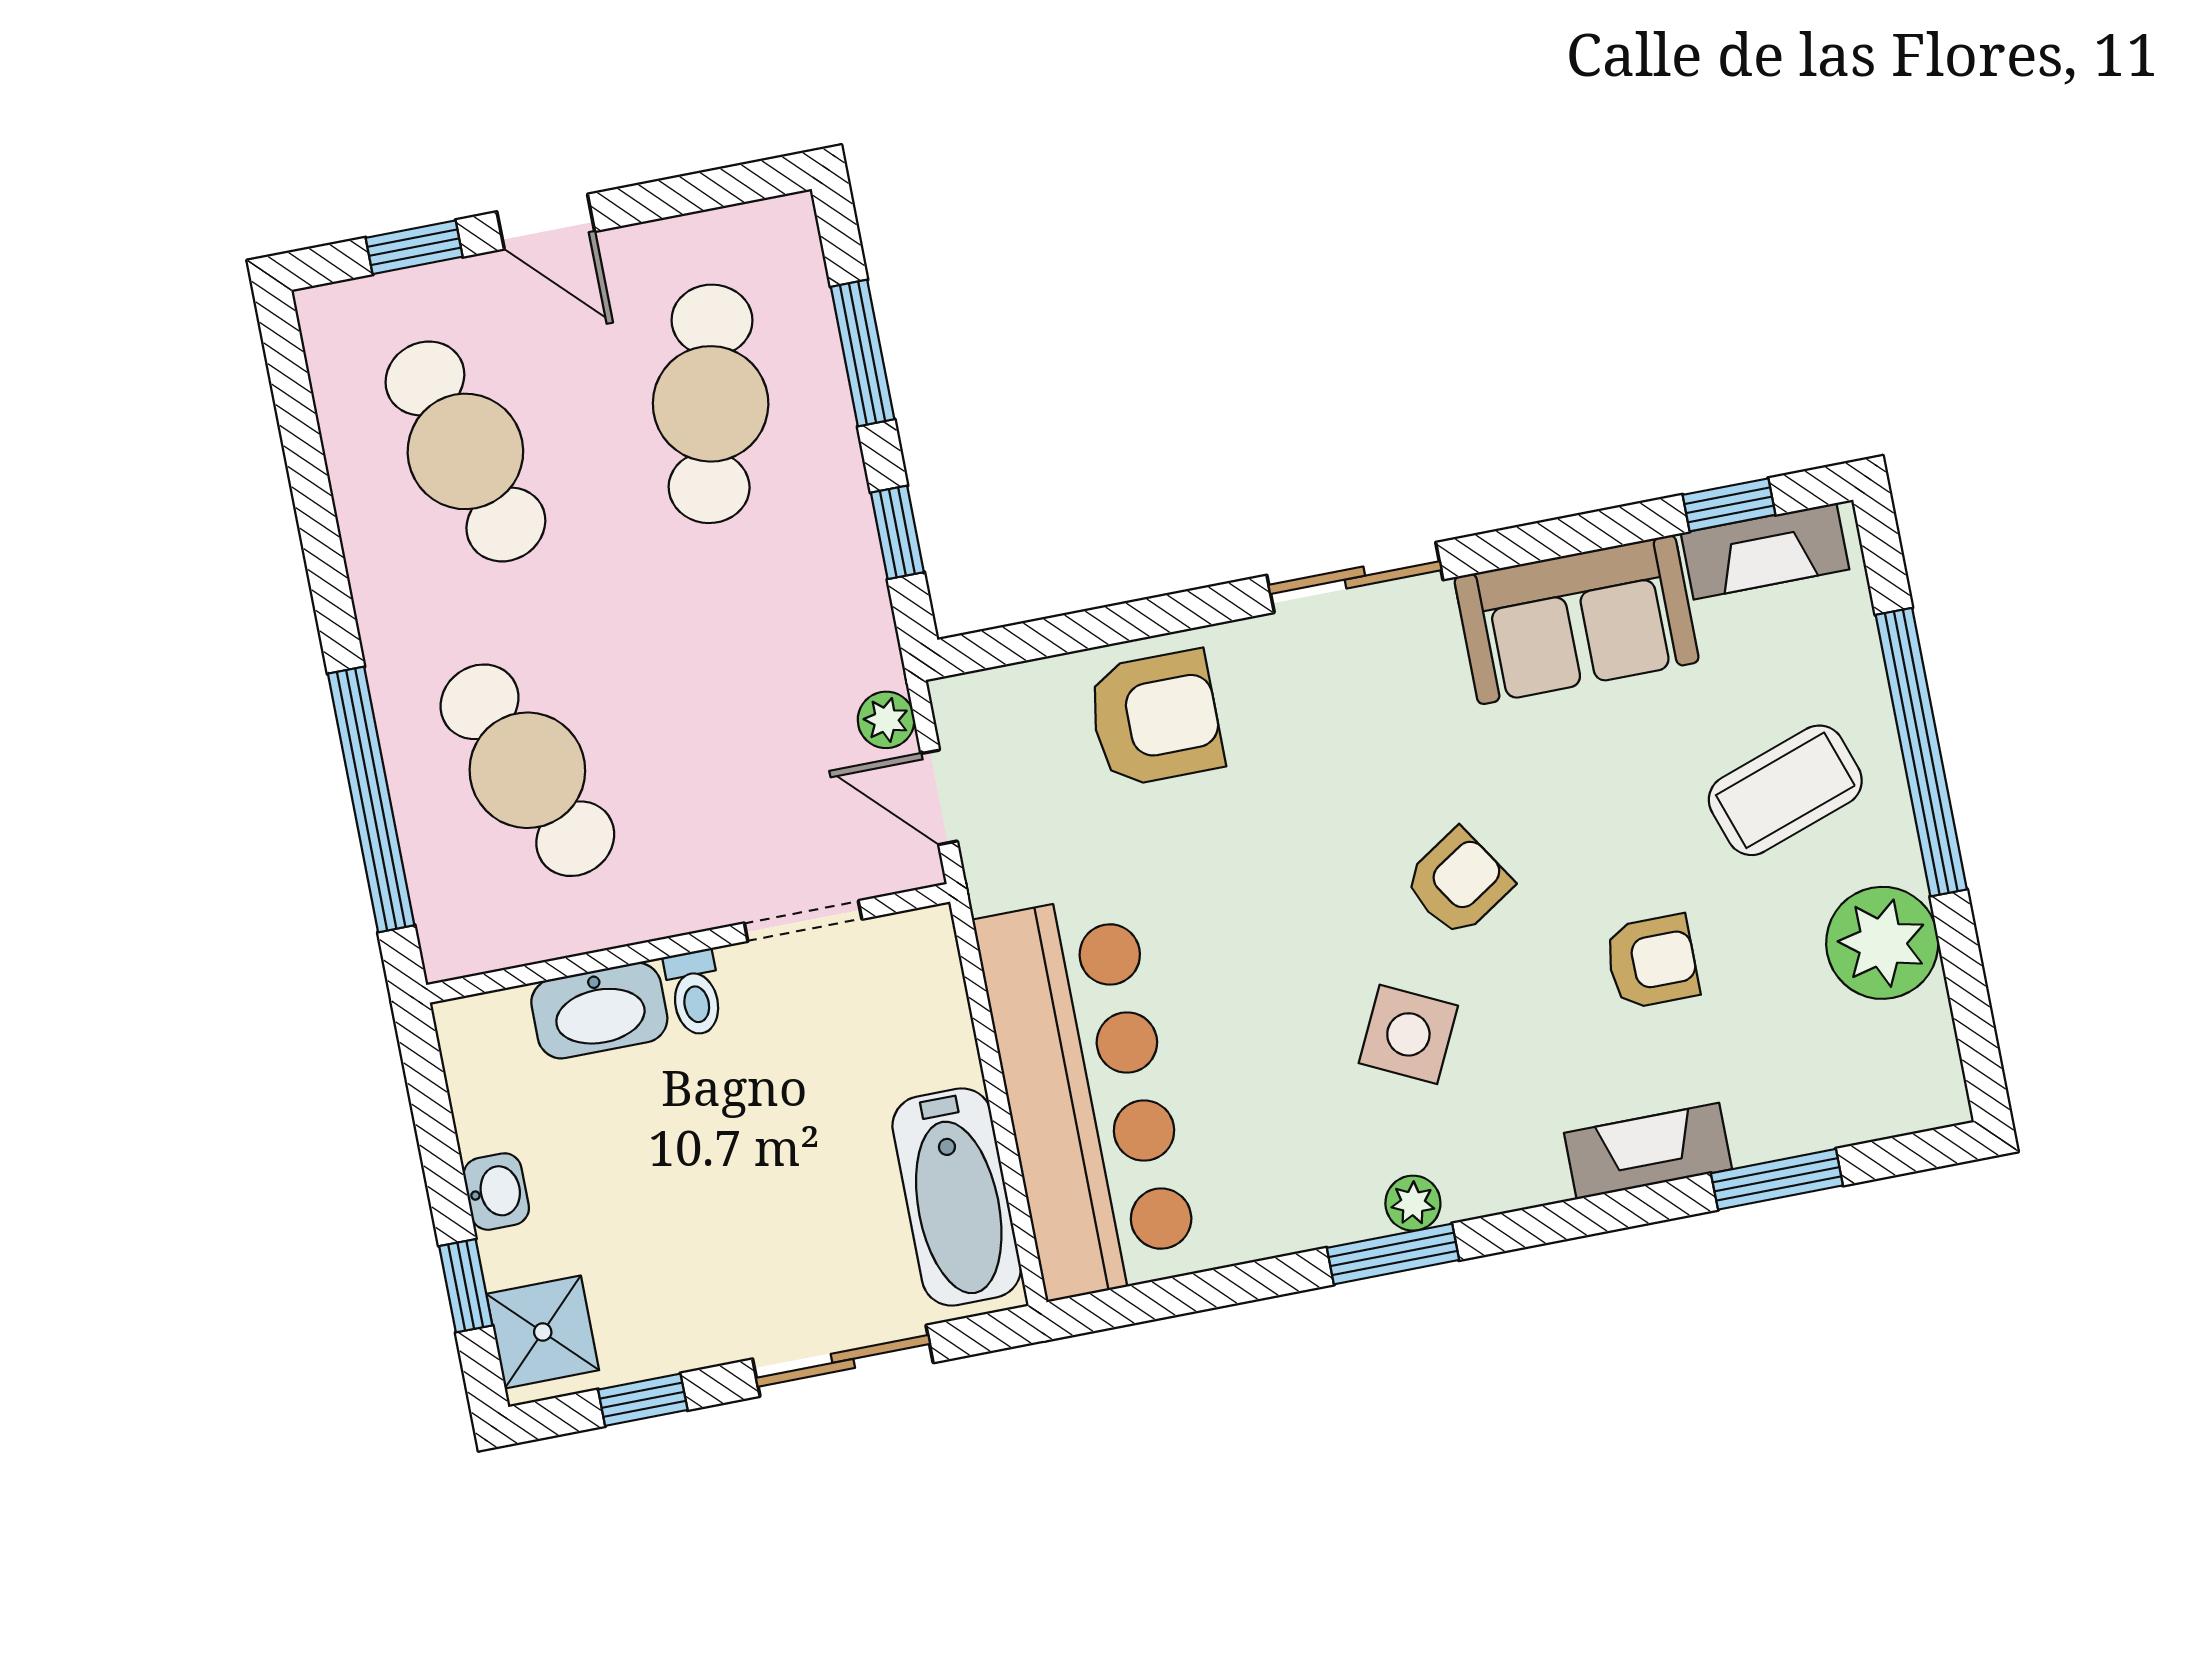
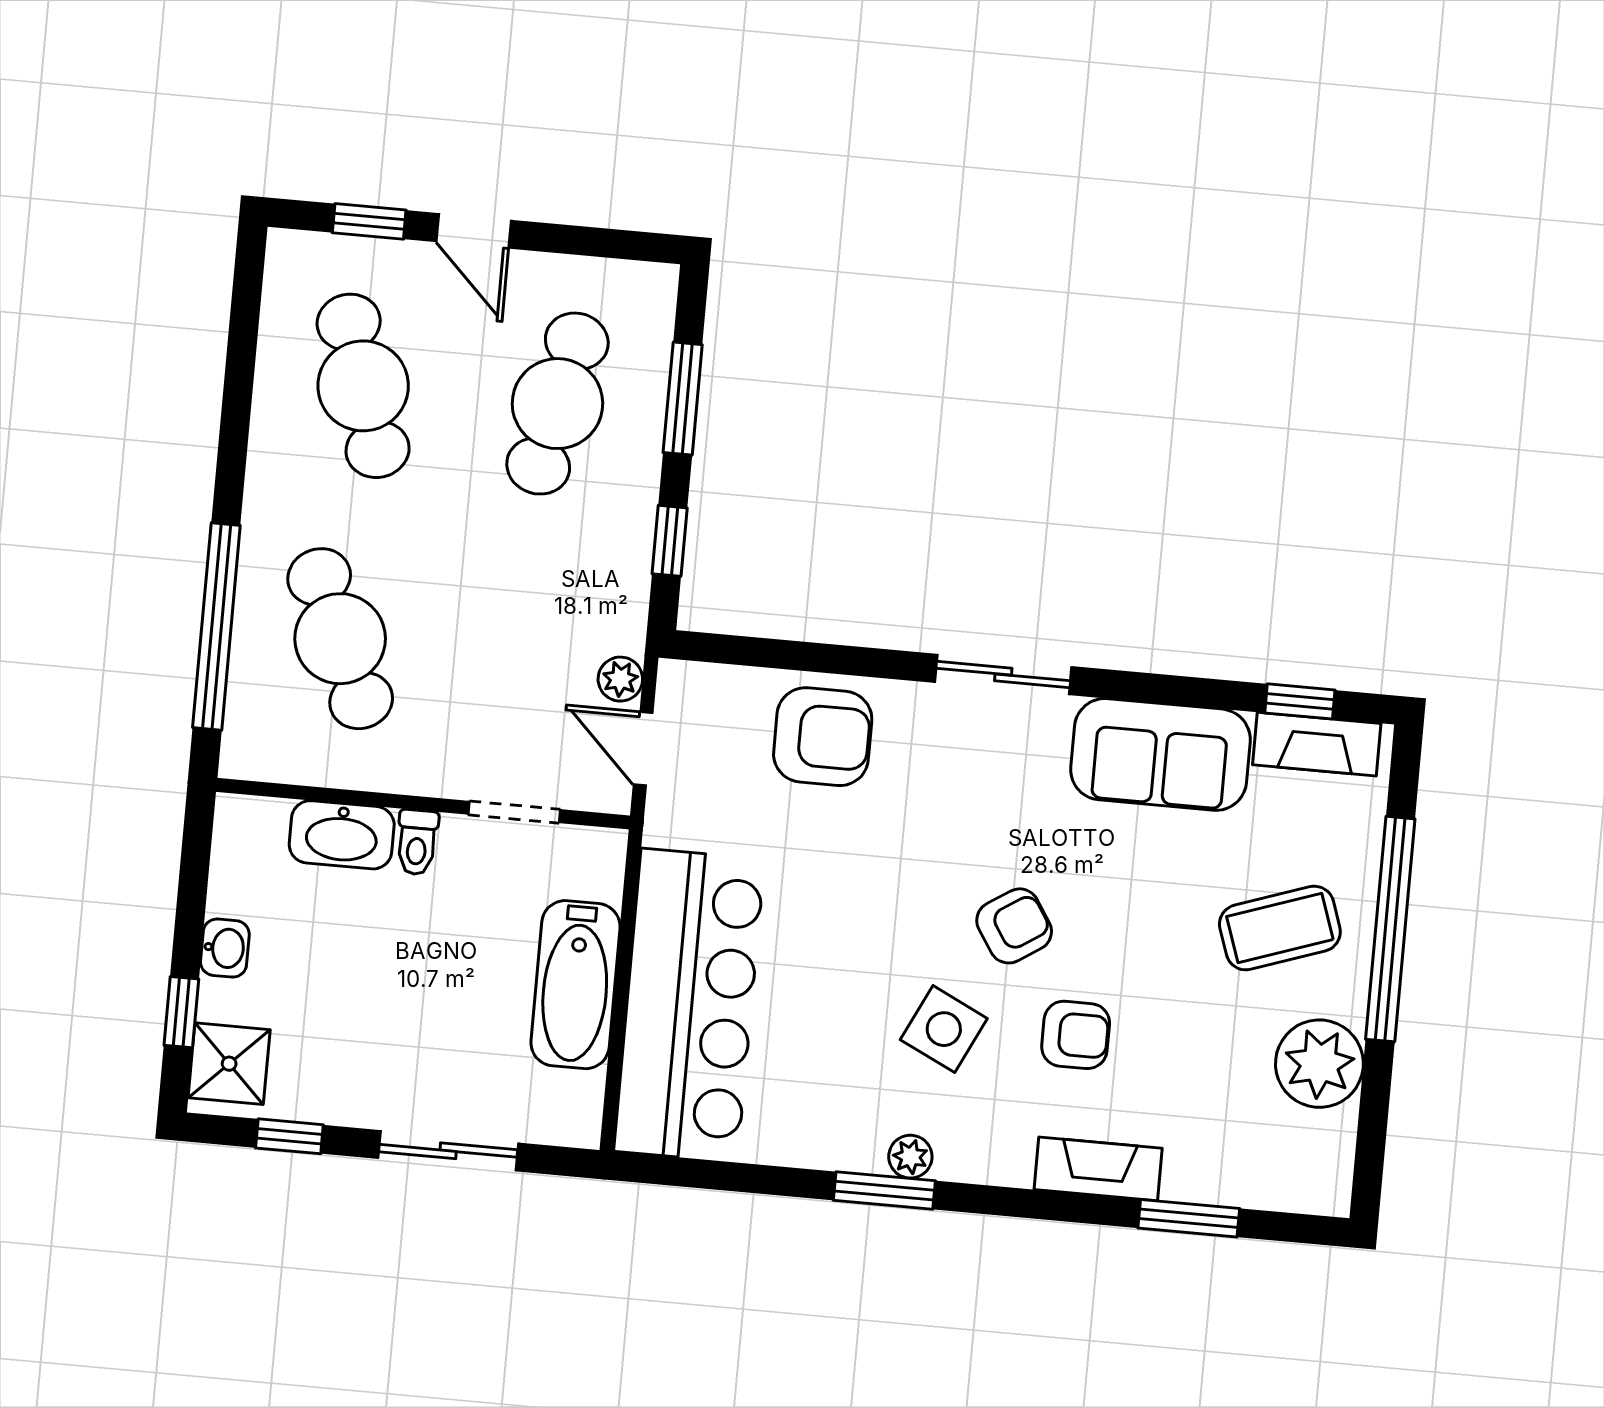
armchair: (1652, 962) -> (1076, 1035), moved
bathtub: (957, 1197) -> (575, 985), moved

